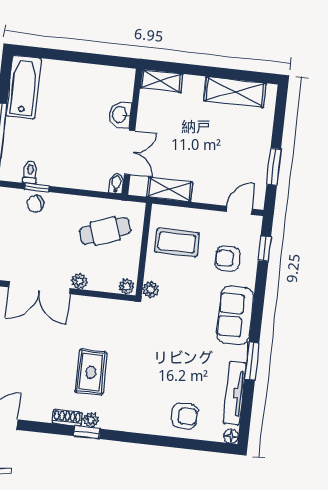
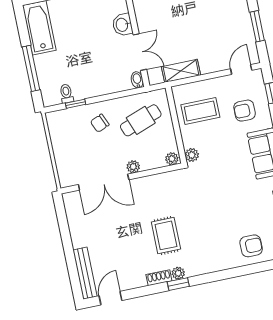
chair: (36, 204) -> (100, 123), moved

